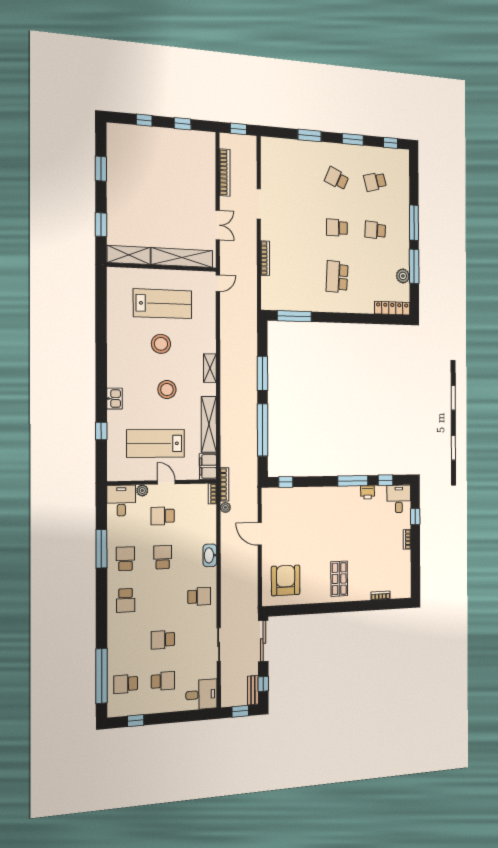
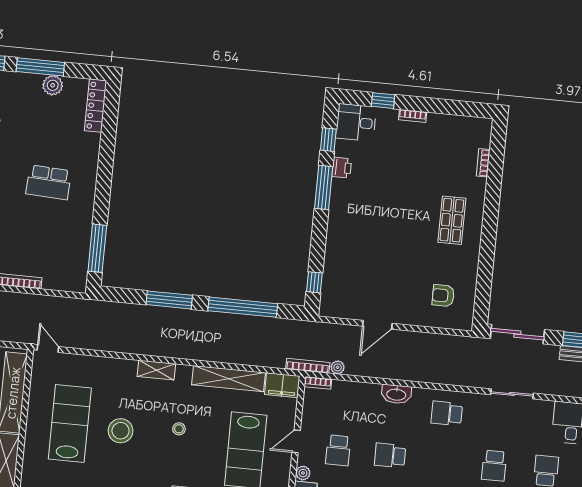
stool: (167, 390) -> (179, 429), width x0.53, depth x0.53
shop shelf: (339, 579) -> (452, 220), turned 90
armchair: (286, 580) -> (443, 296), width x0.53, depth x0.53
school desk: (199, 596) -> (447, 413), turned -90

